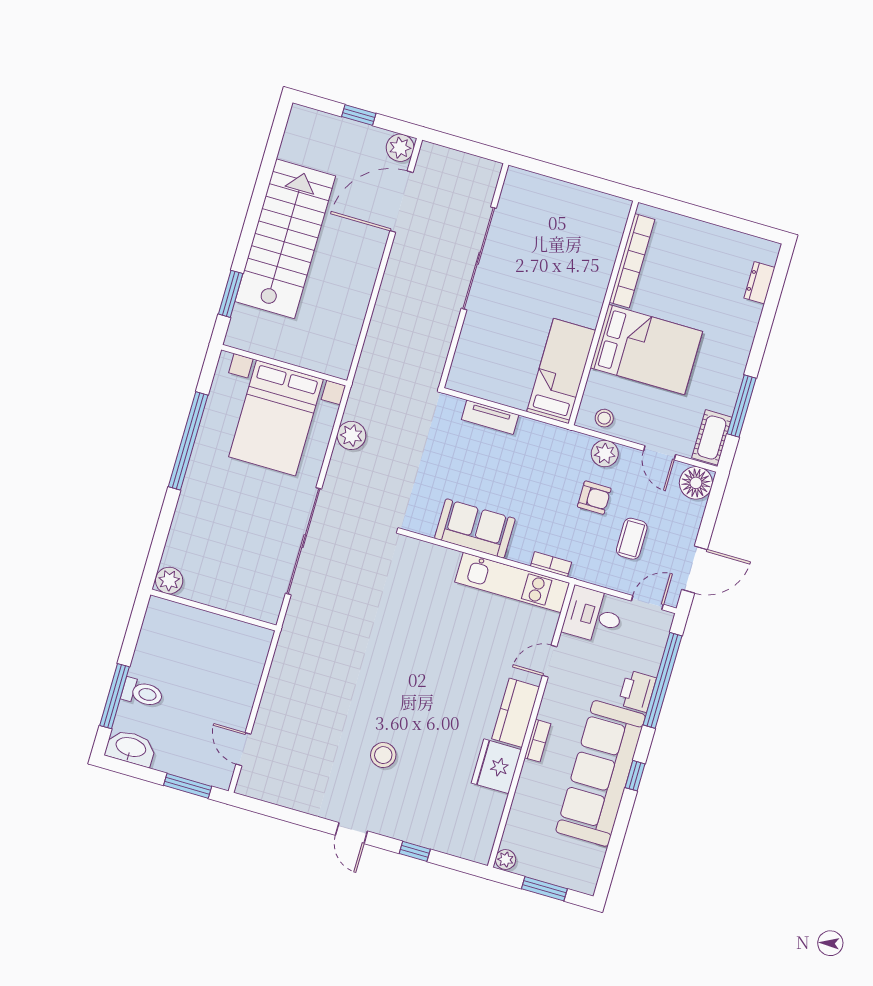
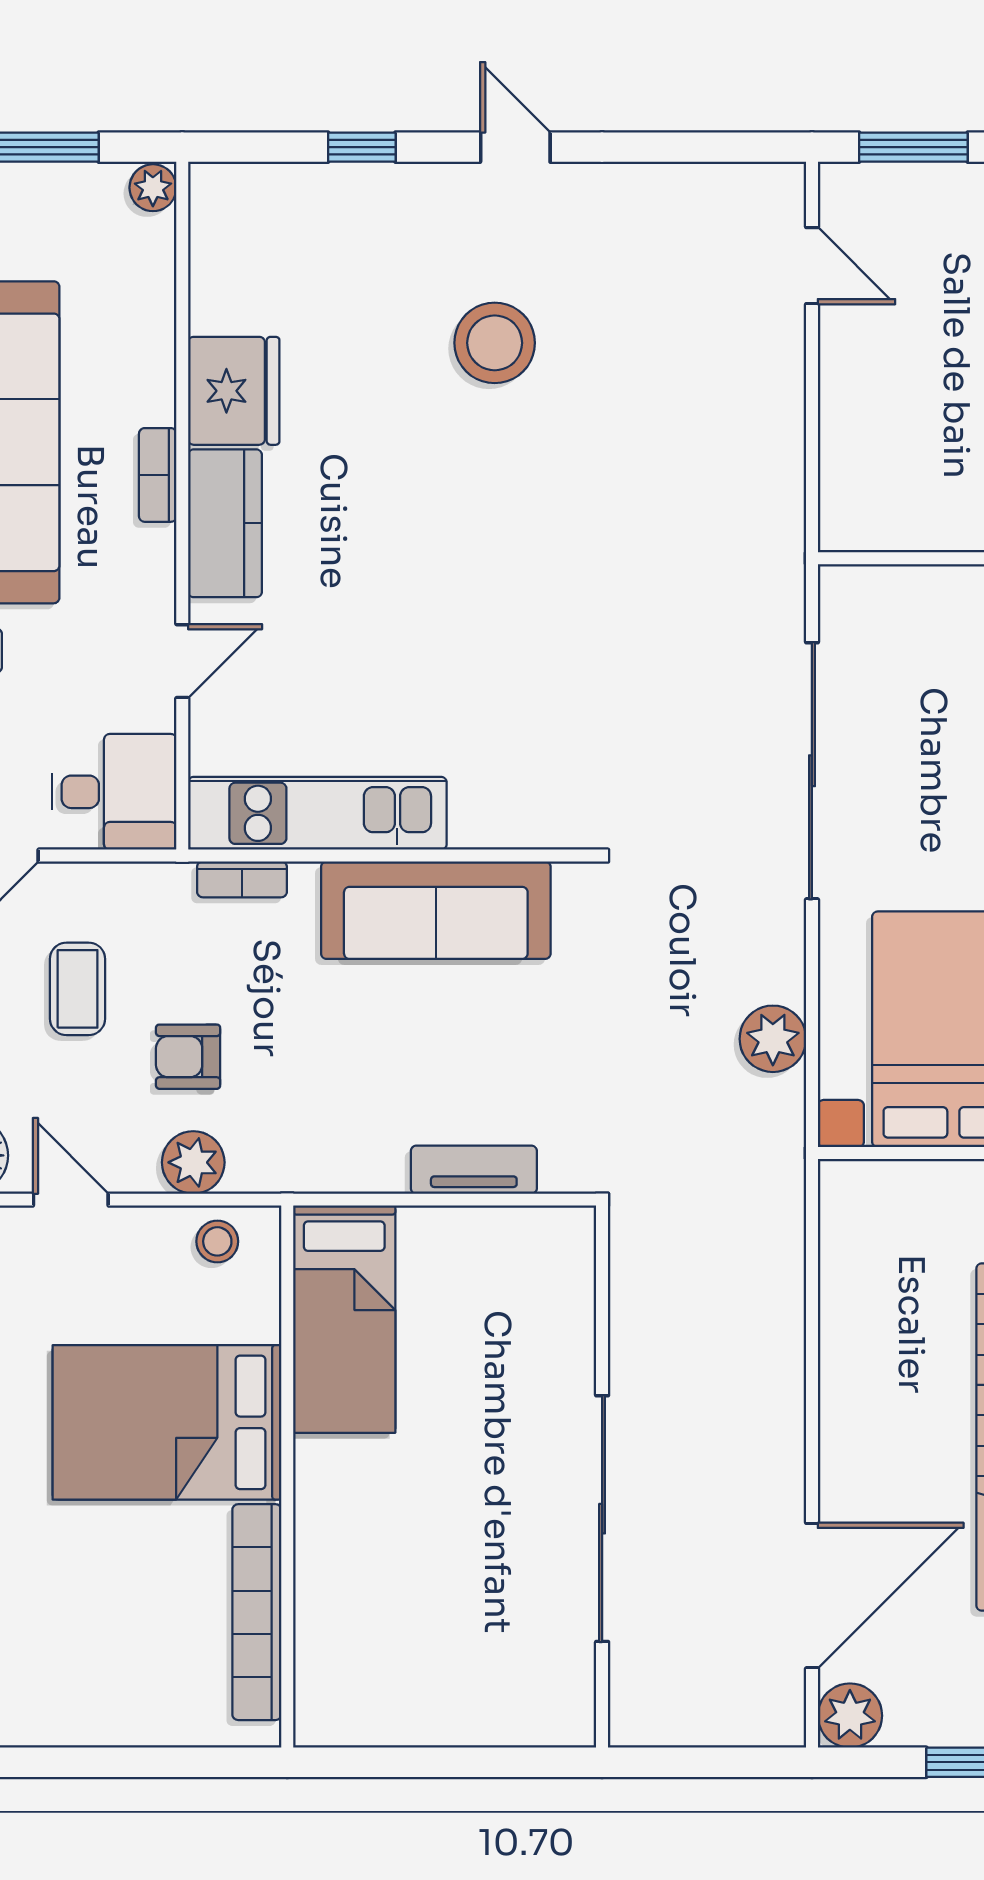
sofa: (475, 528) -> (436, 910), width x1.36
stool: (383, 755) -> (495, 343), width x1.38, depth x1.38

